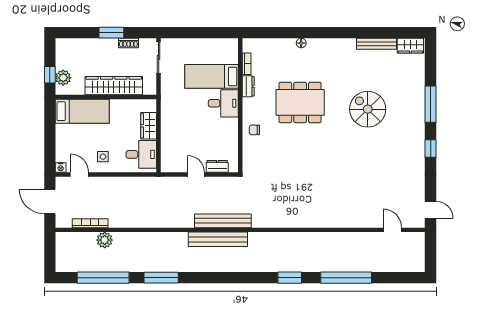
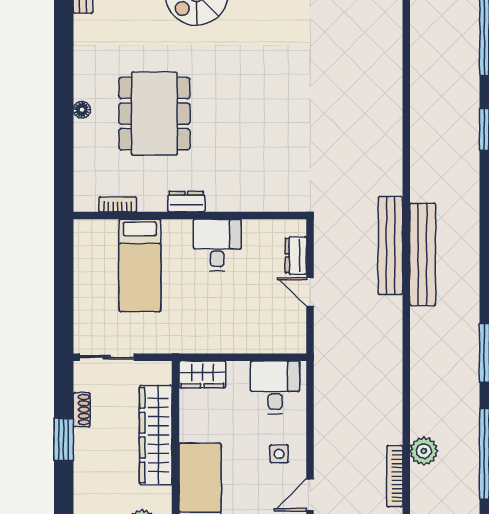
dresser: (248, 86) -> (186, 202), moved
dining table: (300, 102) -> (154, 114), moved
desk: (223, 103) -> (217, 245), moved
wardrobe: (149, 126) -> (202, 374), moved
chair: (254, 130) -> (233, 191), removed
door: (196, 175) -> (310, 292), hinge flipped

